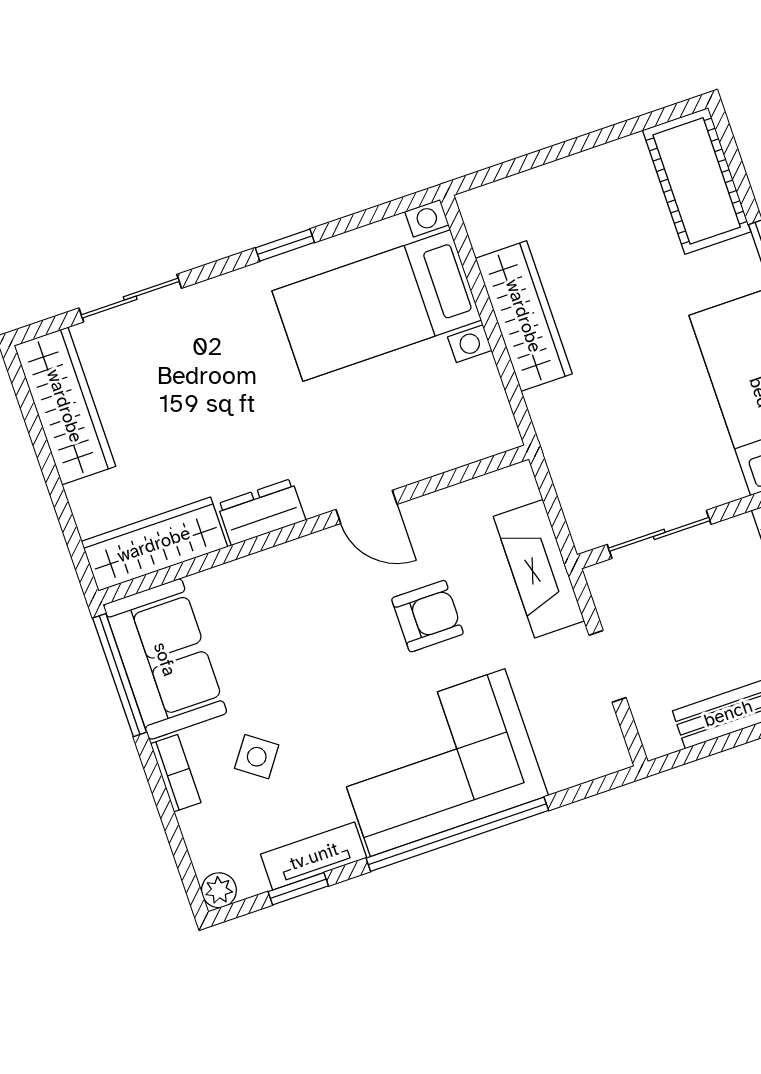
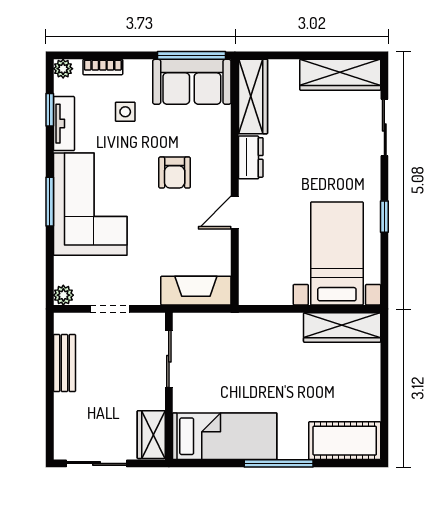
wardrobe: (524, 316) -> (342, 327), moved
fireplace: (539, 569) -> (196, 291), moved
armchair: (427, 616) -> (175, 173), moved
plant: (611, 755) -> (63, 295), added
side table: (257, 757) -> (125, 112), turned -36
bookcase: (176, 773) -> (103, 67), moved
window: (457, 834) -> (50, 202), width x0.47

